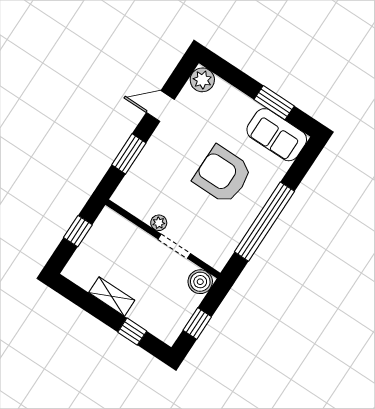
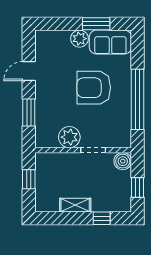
plant: (202, 80) -> (79, 39), moved
plant: (159, 223) -> (69, 137), width x1.88, depth x1.88

